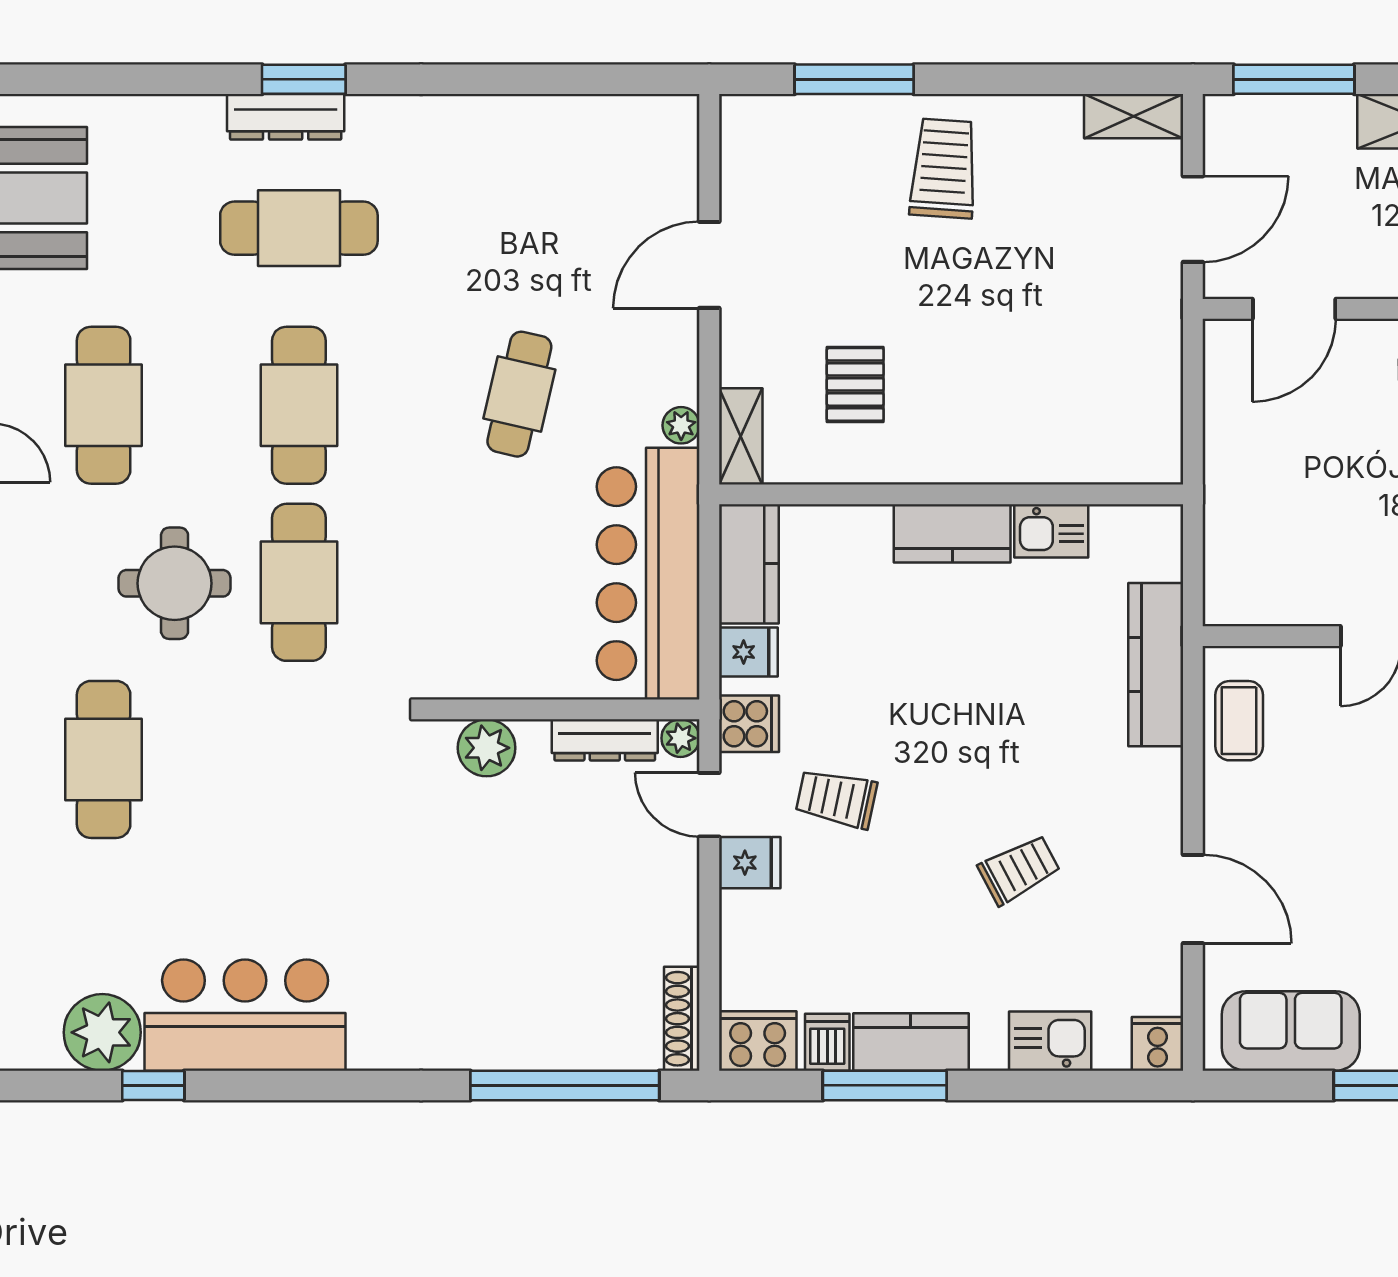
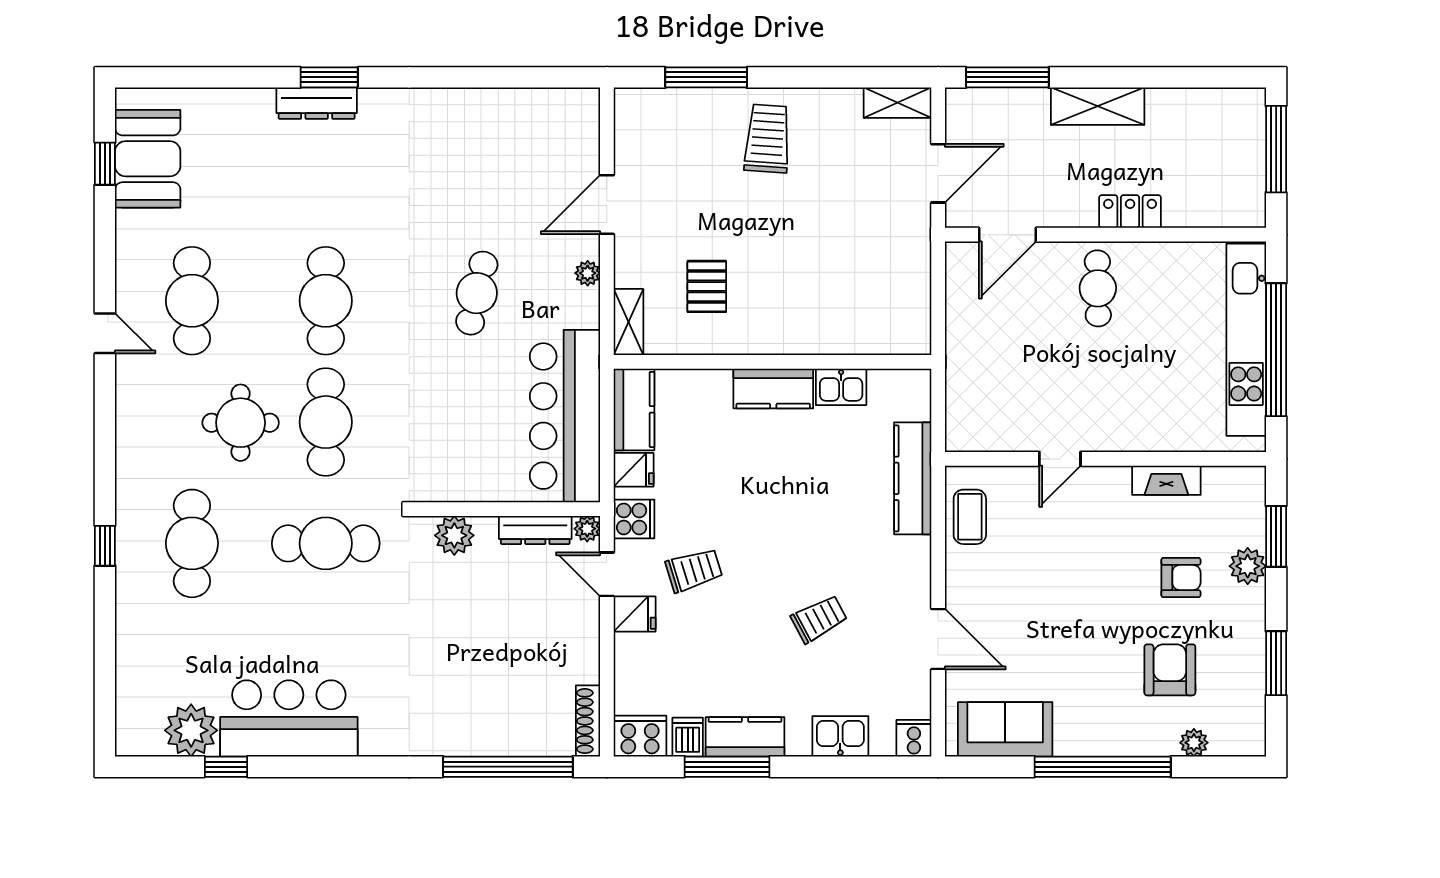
cafe table: (299, 228) -> (326, 543), moved
plant: (681, 425) -> (588, 273), moved
trolley: (836, 799) -> (694, 570), turned 151

